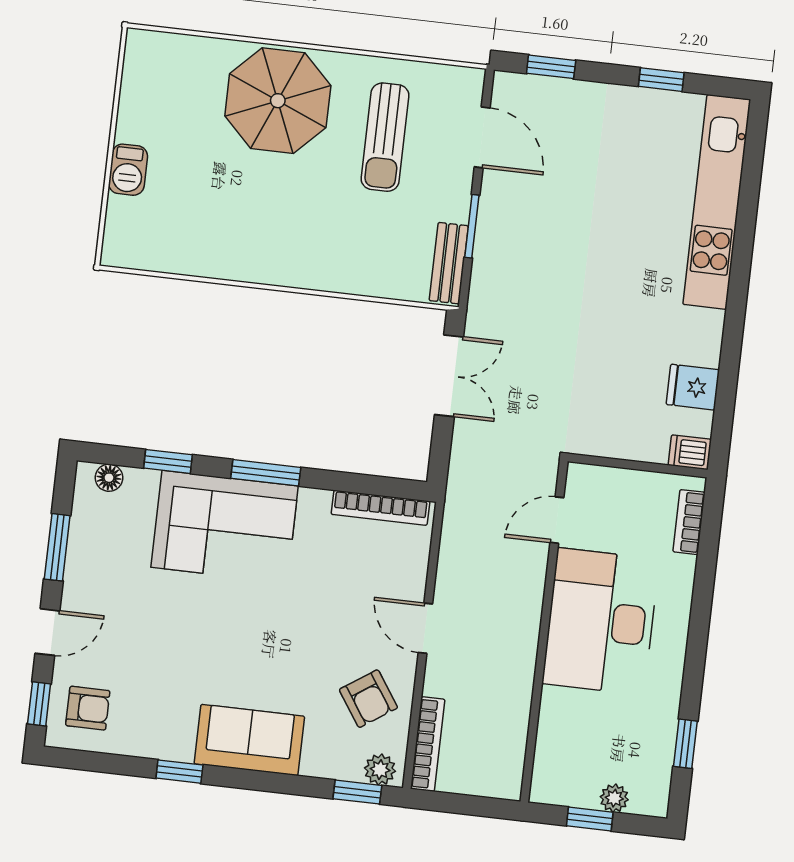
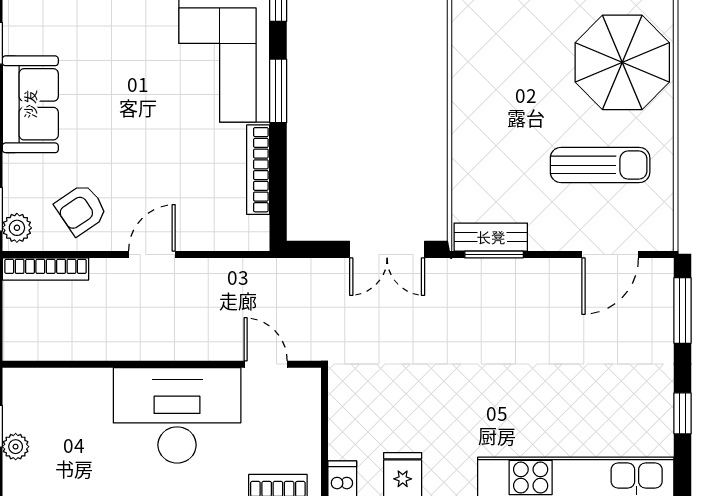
window: (551, 67) -> (682, 311), width x1.50
sun lounger: (385, 137) -> (600, 165), turned 180
window: (472, 226) -> (494, 255), moved
bookcase: (380, 508) -> (258, 170), moved

